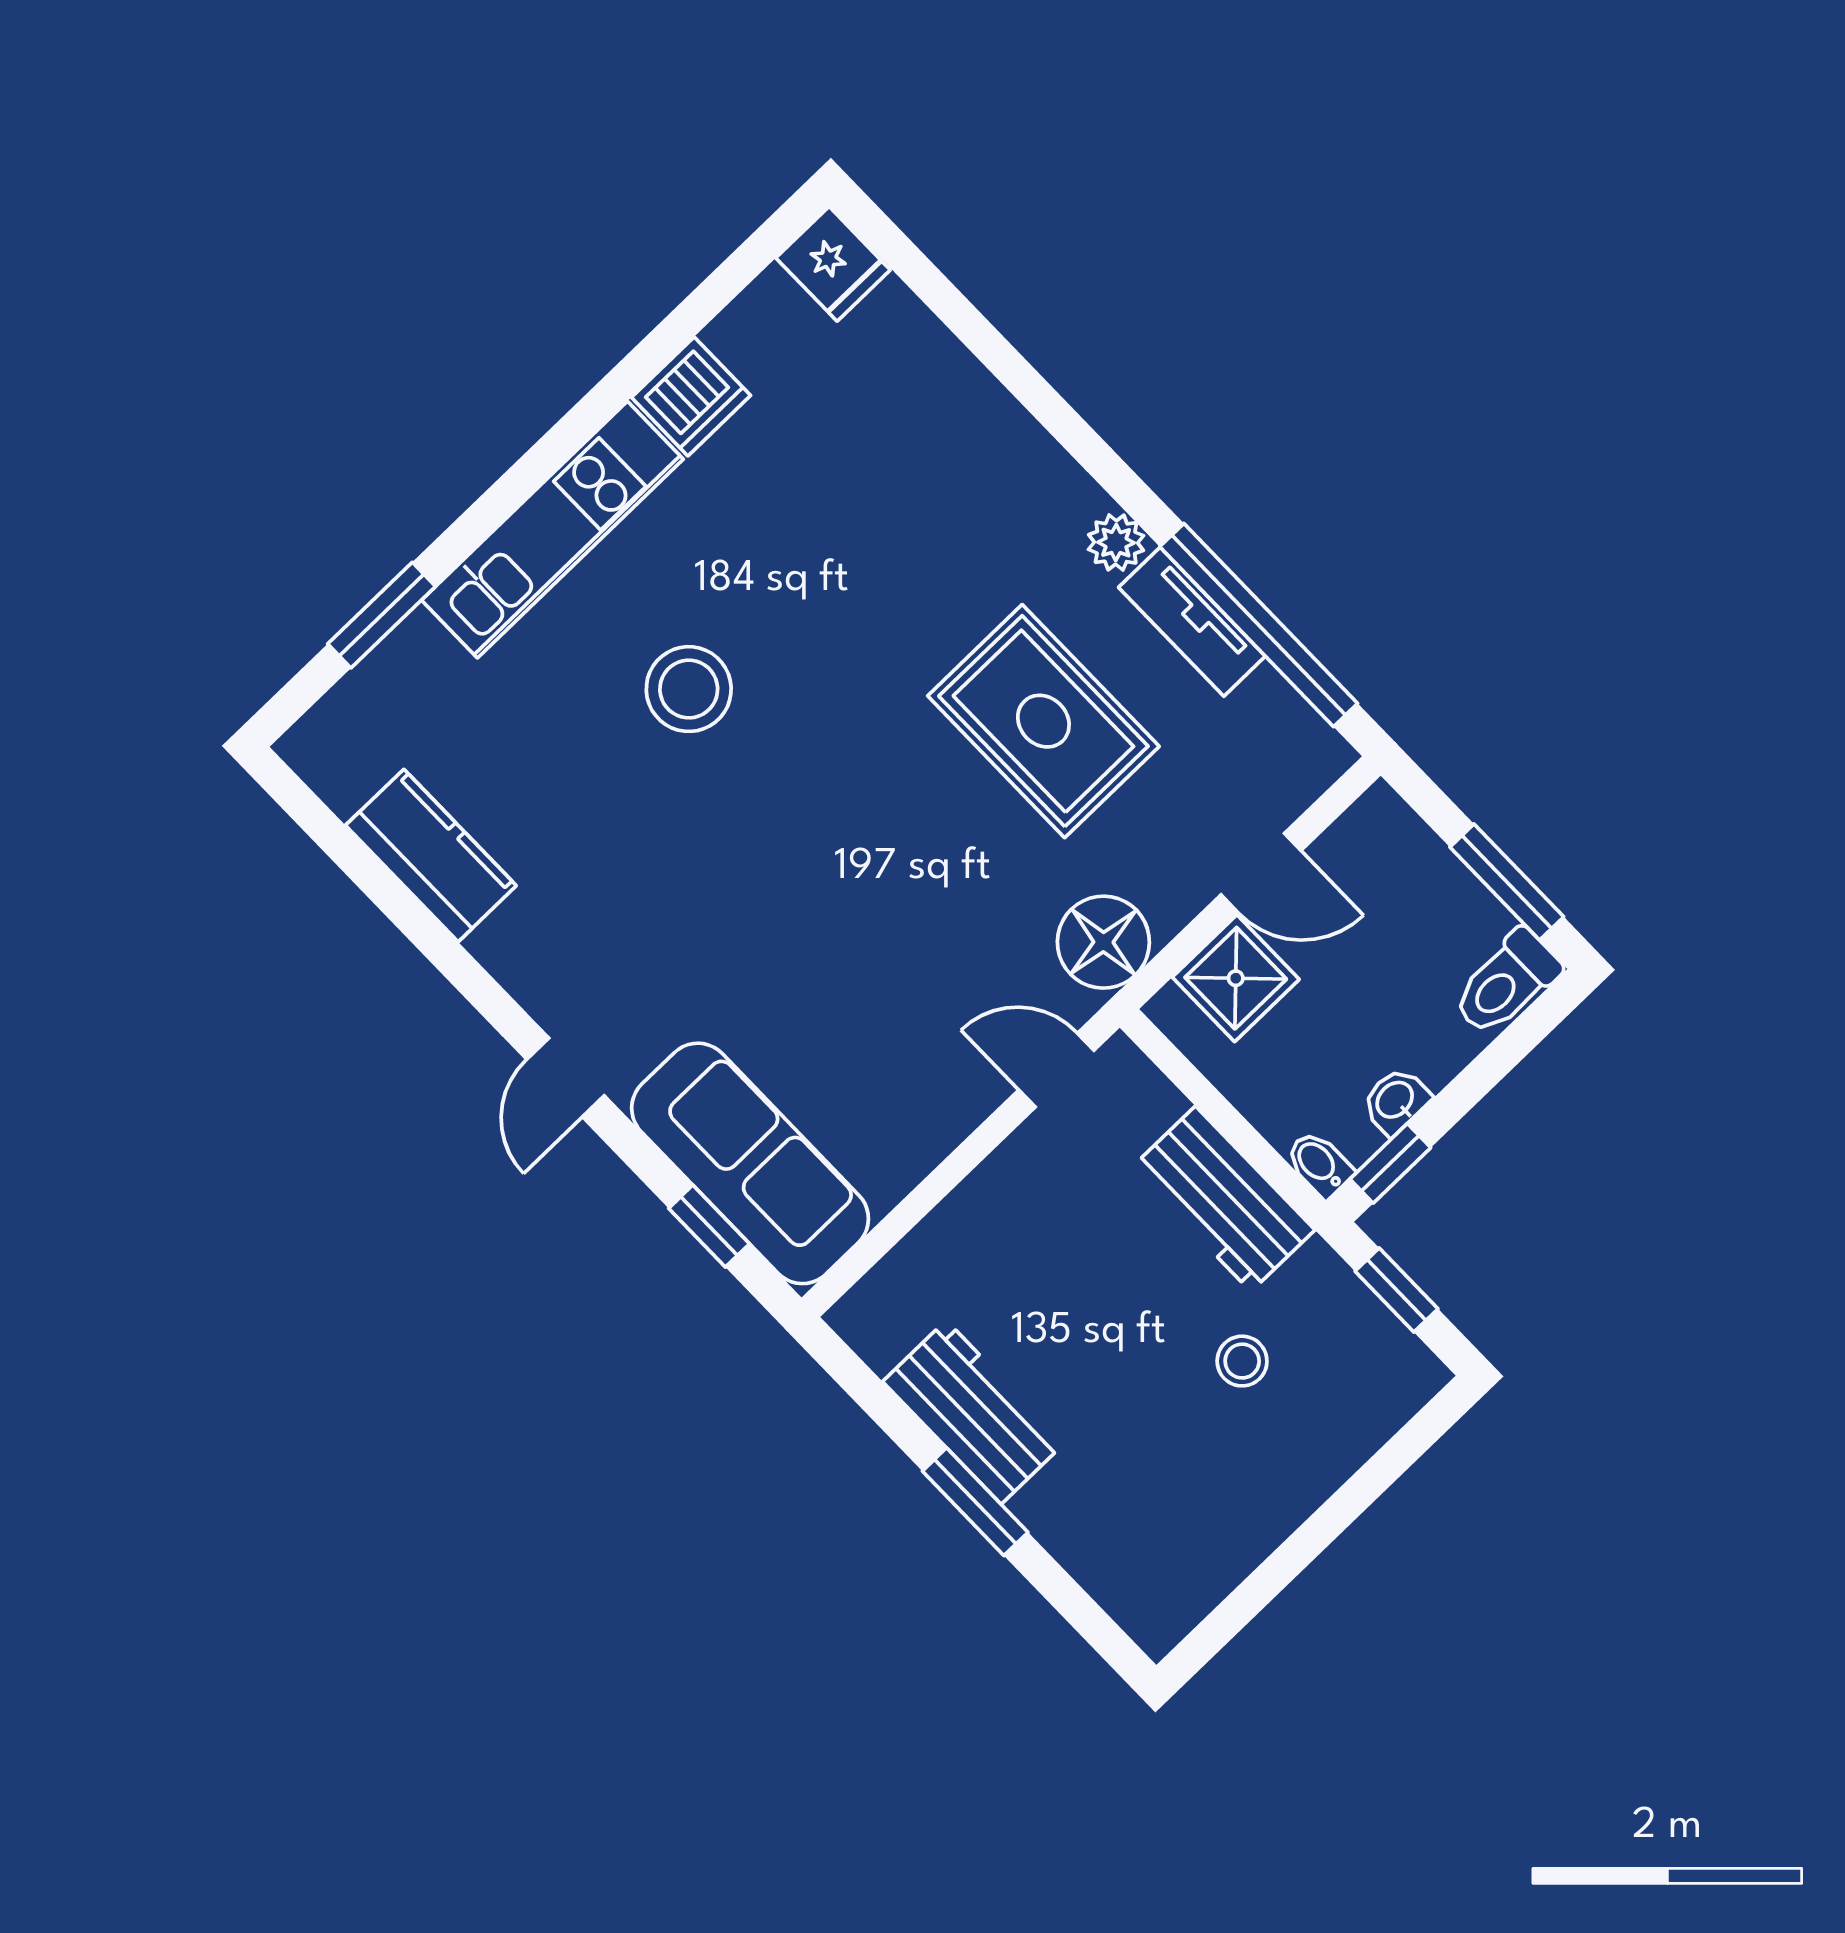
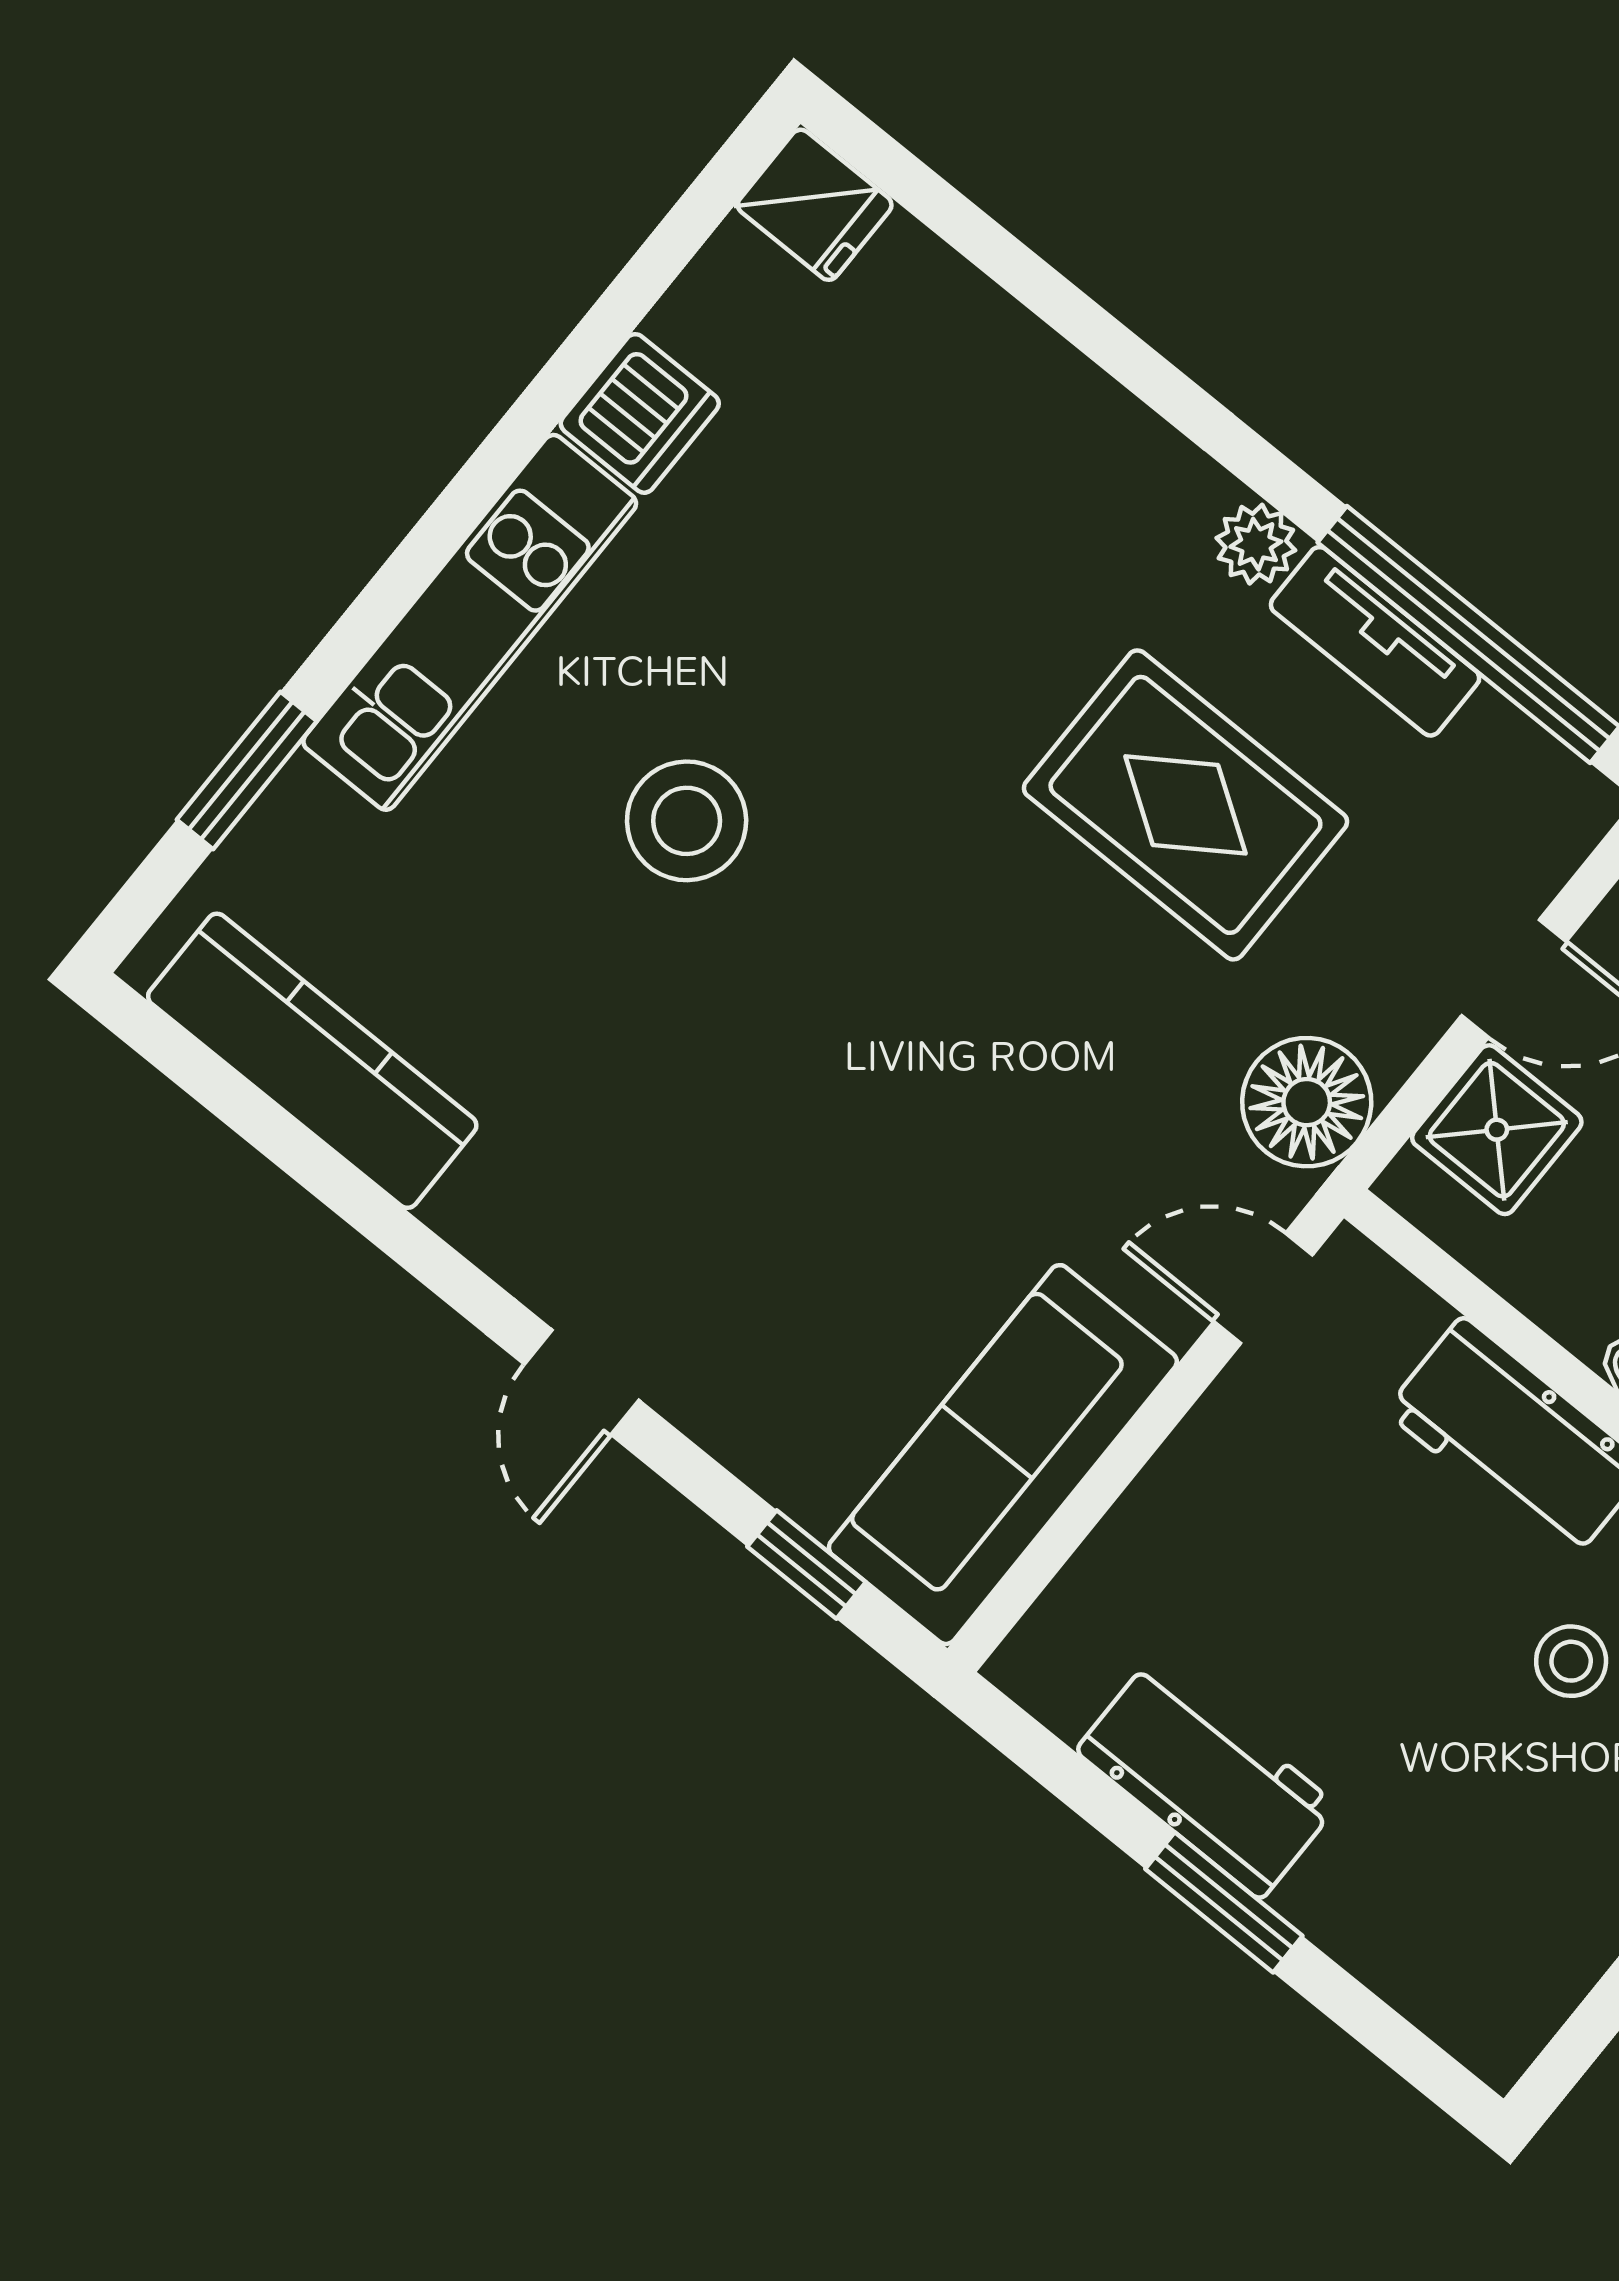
kitchen counter: (431, 856) -> (312, 1061), width x1.50
sofa: (750, 1163) -> (1003, 1455), moved, turned -90

